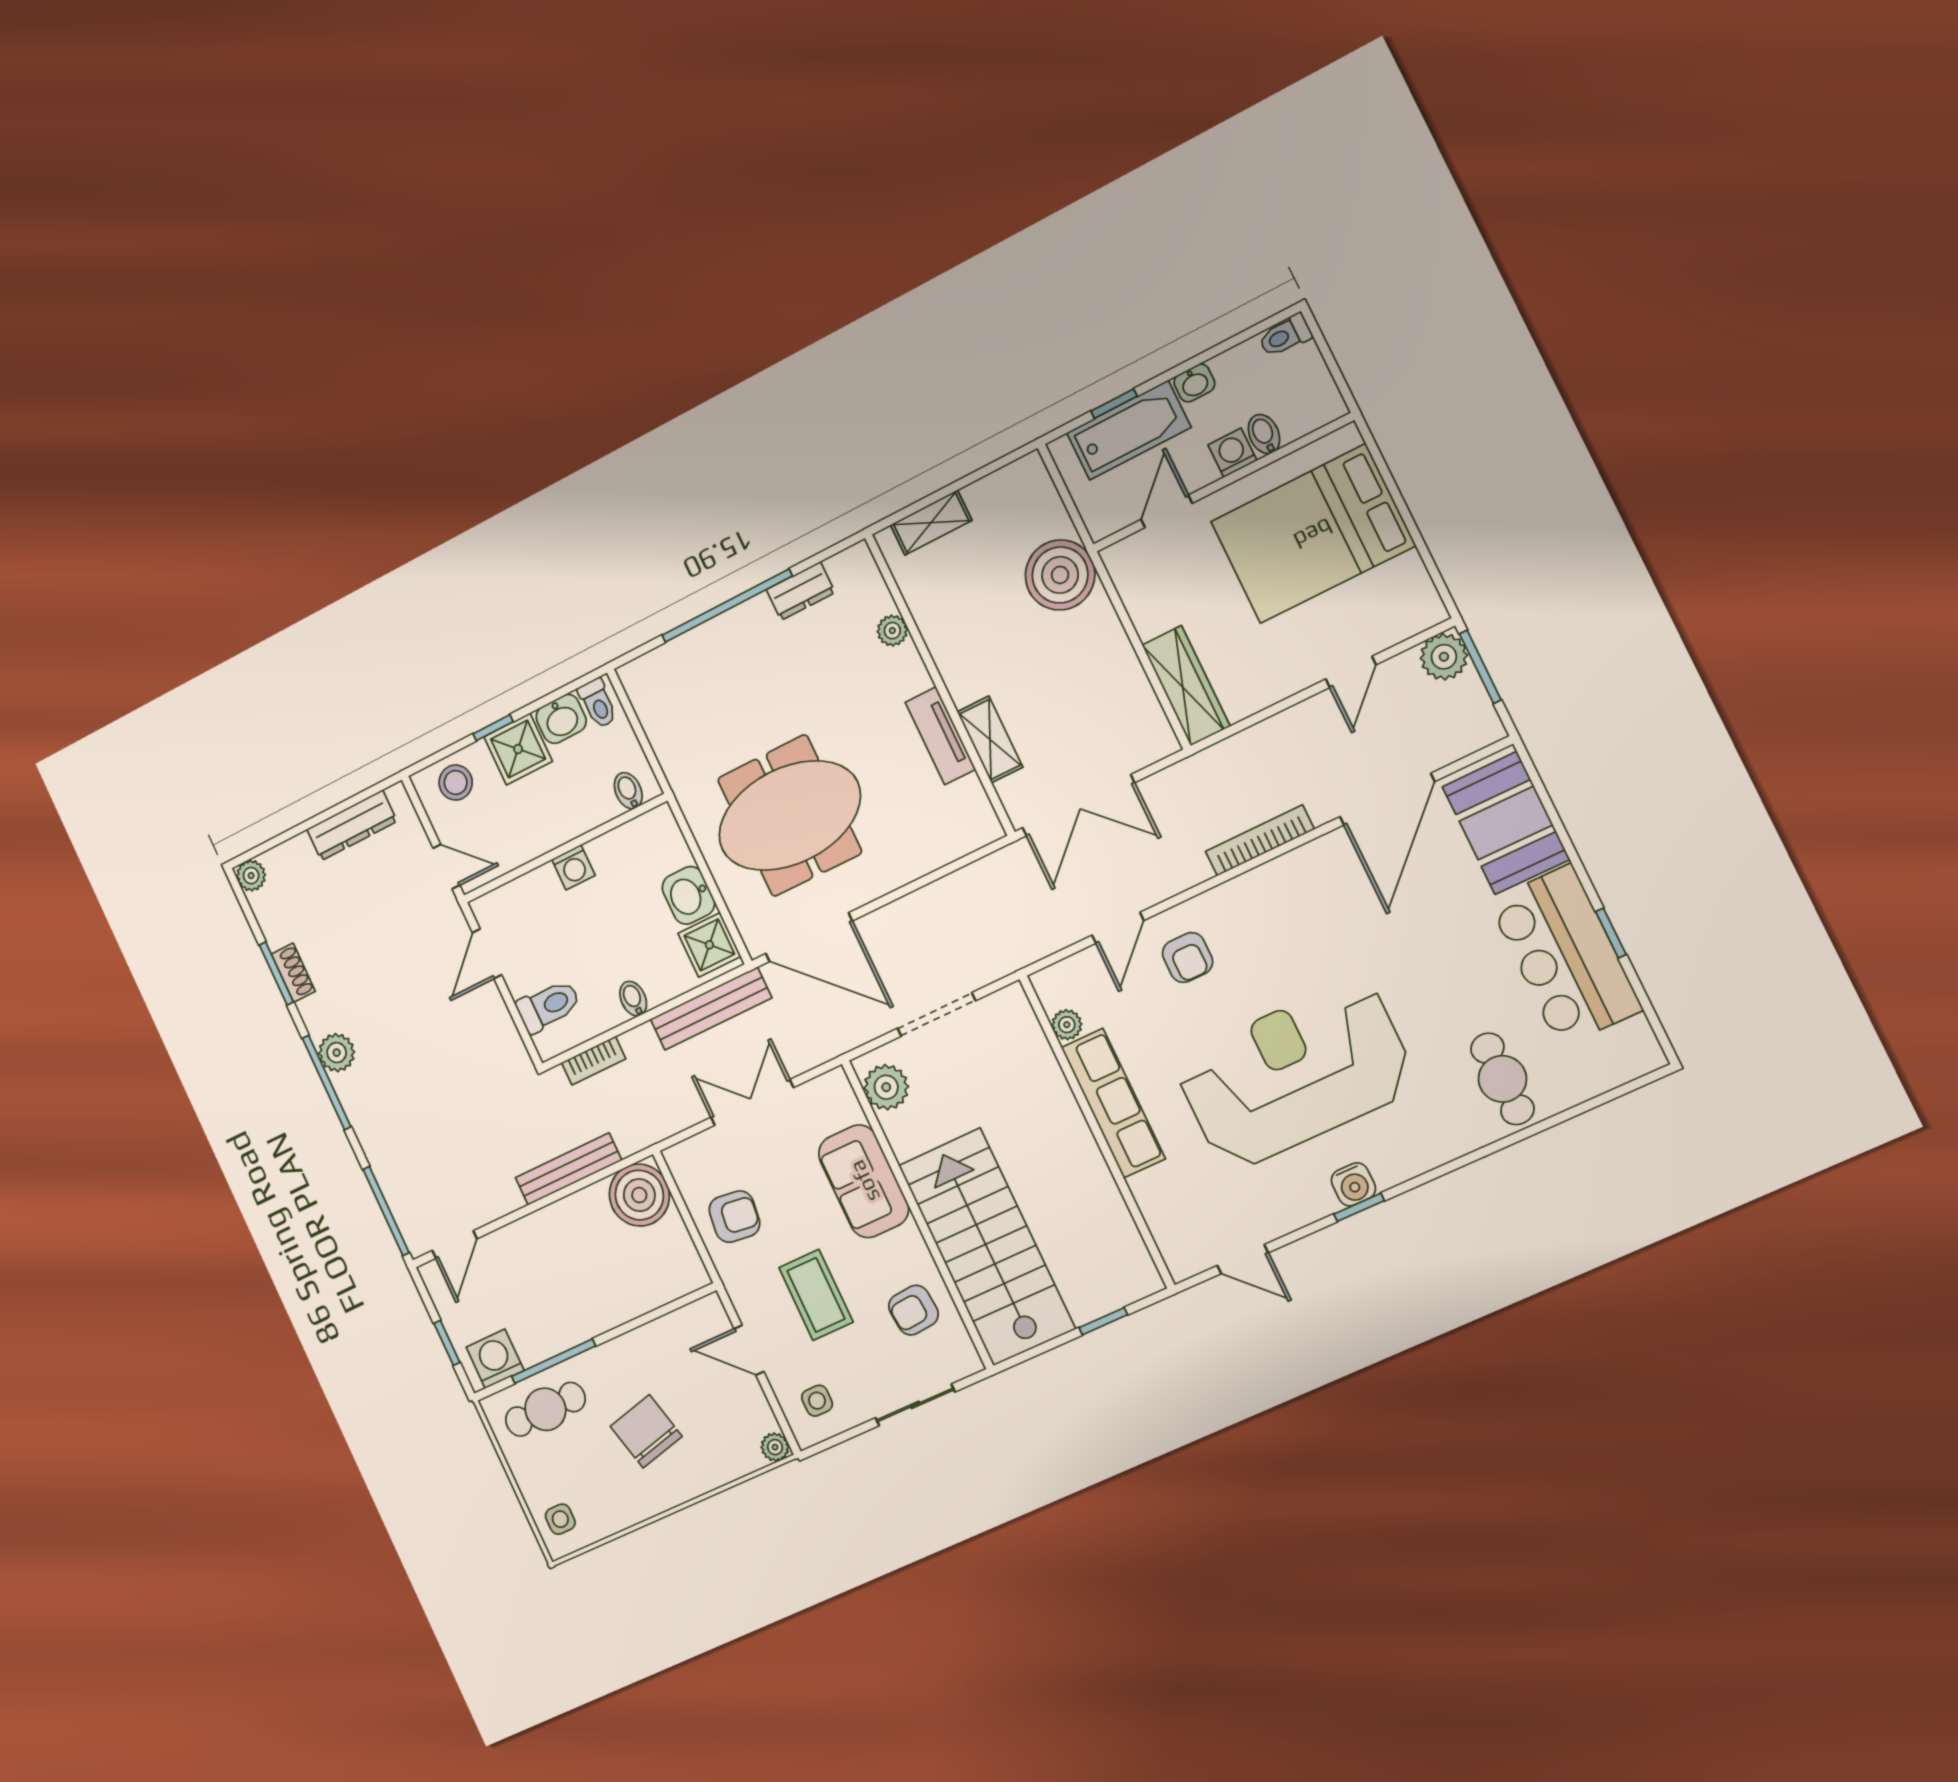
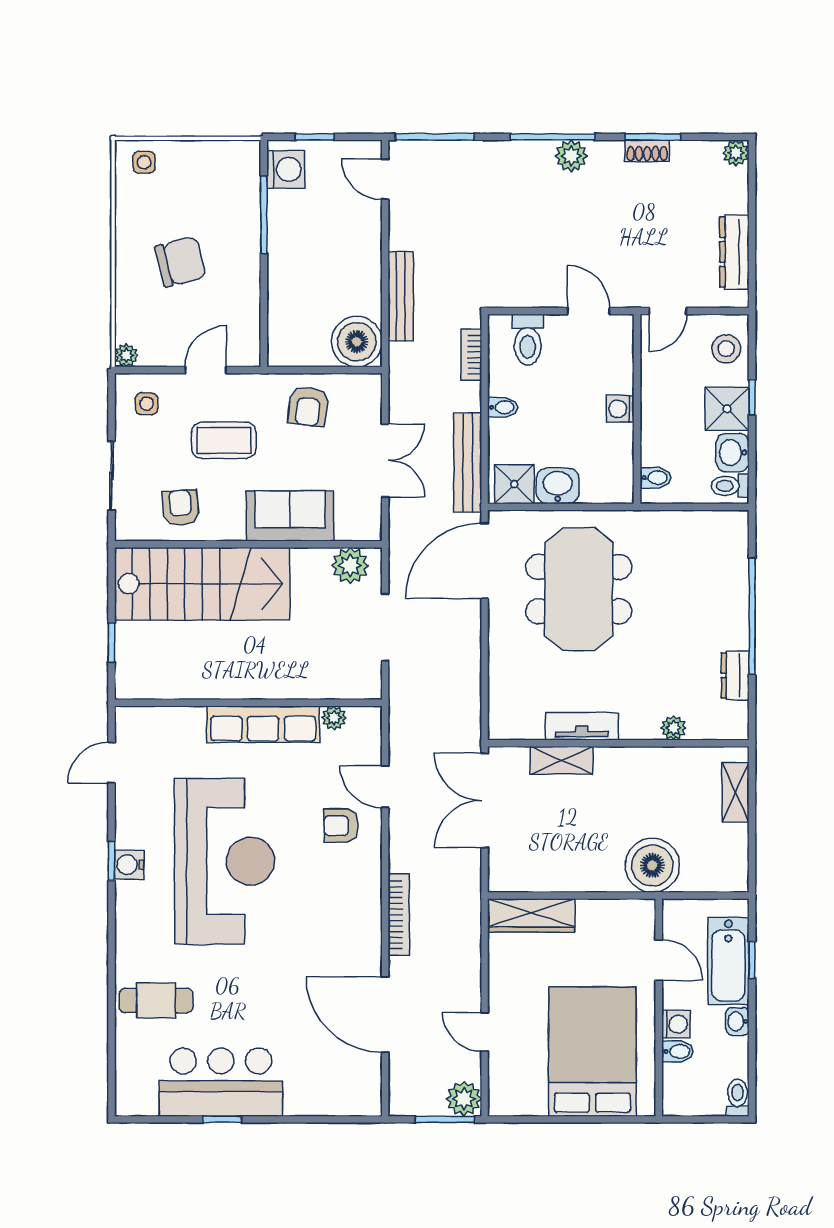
booth: (1506, 823) -> (330, 1086), removed
cafe table: (545, 1409) -> (231, 191), removed

